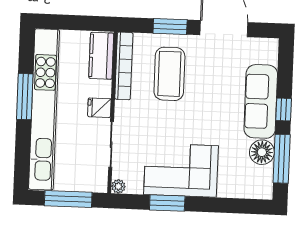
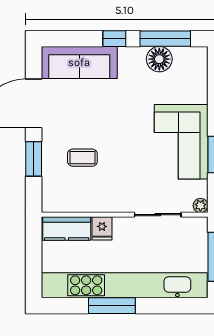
bookcase: (124, 66) -> (76, 205), removed
coffee table: (169, 74) -> (82, 158), width x0.54, depth x0.58
sofa: (261, 101) -> (79, 62), moved
fridge: (99, 108) -> (102, 228), moved

